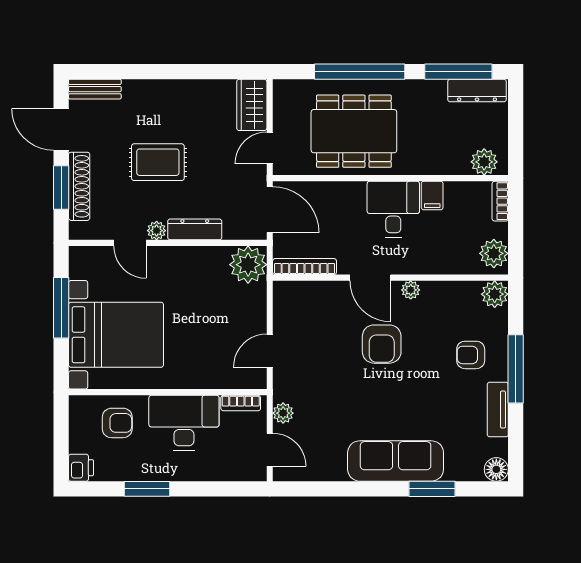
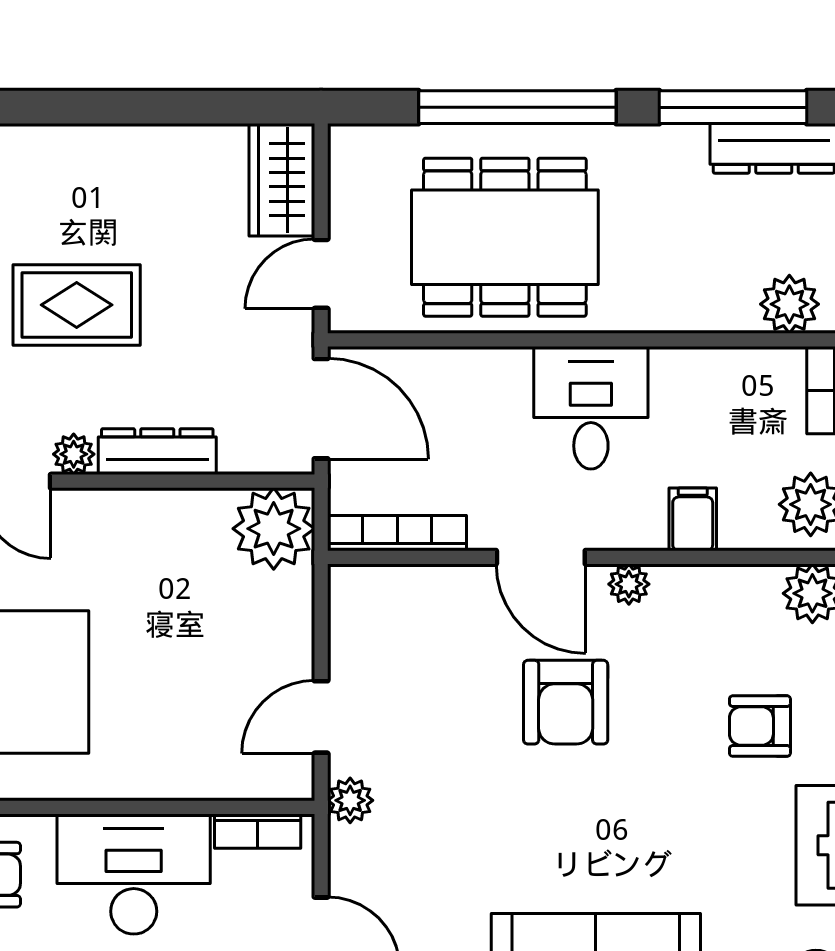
filing cabinet: (432, 196) -> (693, 519), moved, turned 180
plant: (283, 413) -> (350, 800), moved

